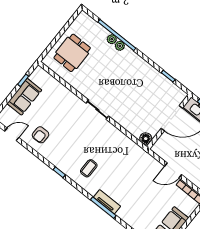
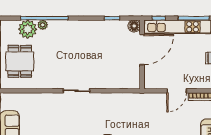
plant: (120, 46) -> (28, 29), moved, width x1.87, depth x1.87
floor lamp: (146, 139) -> (134, 26), moved

